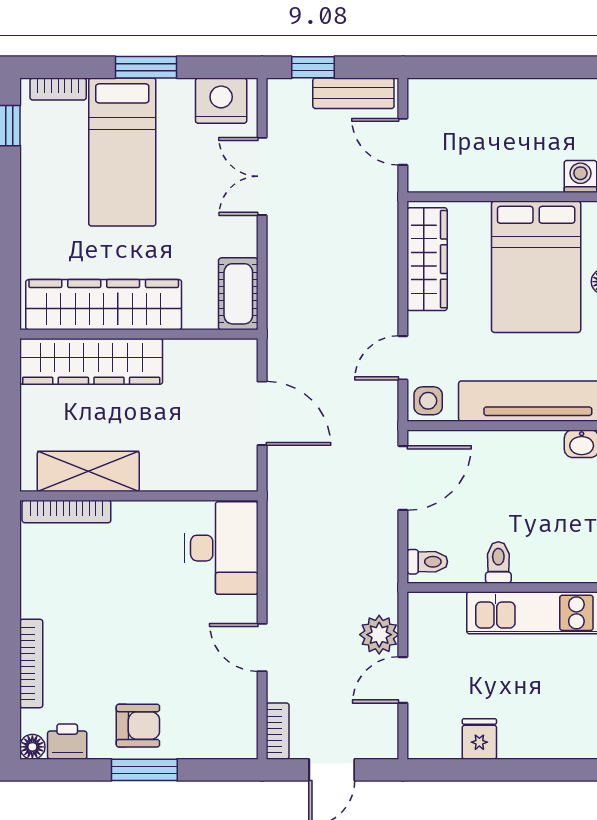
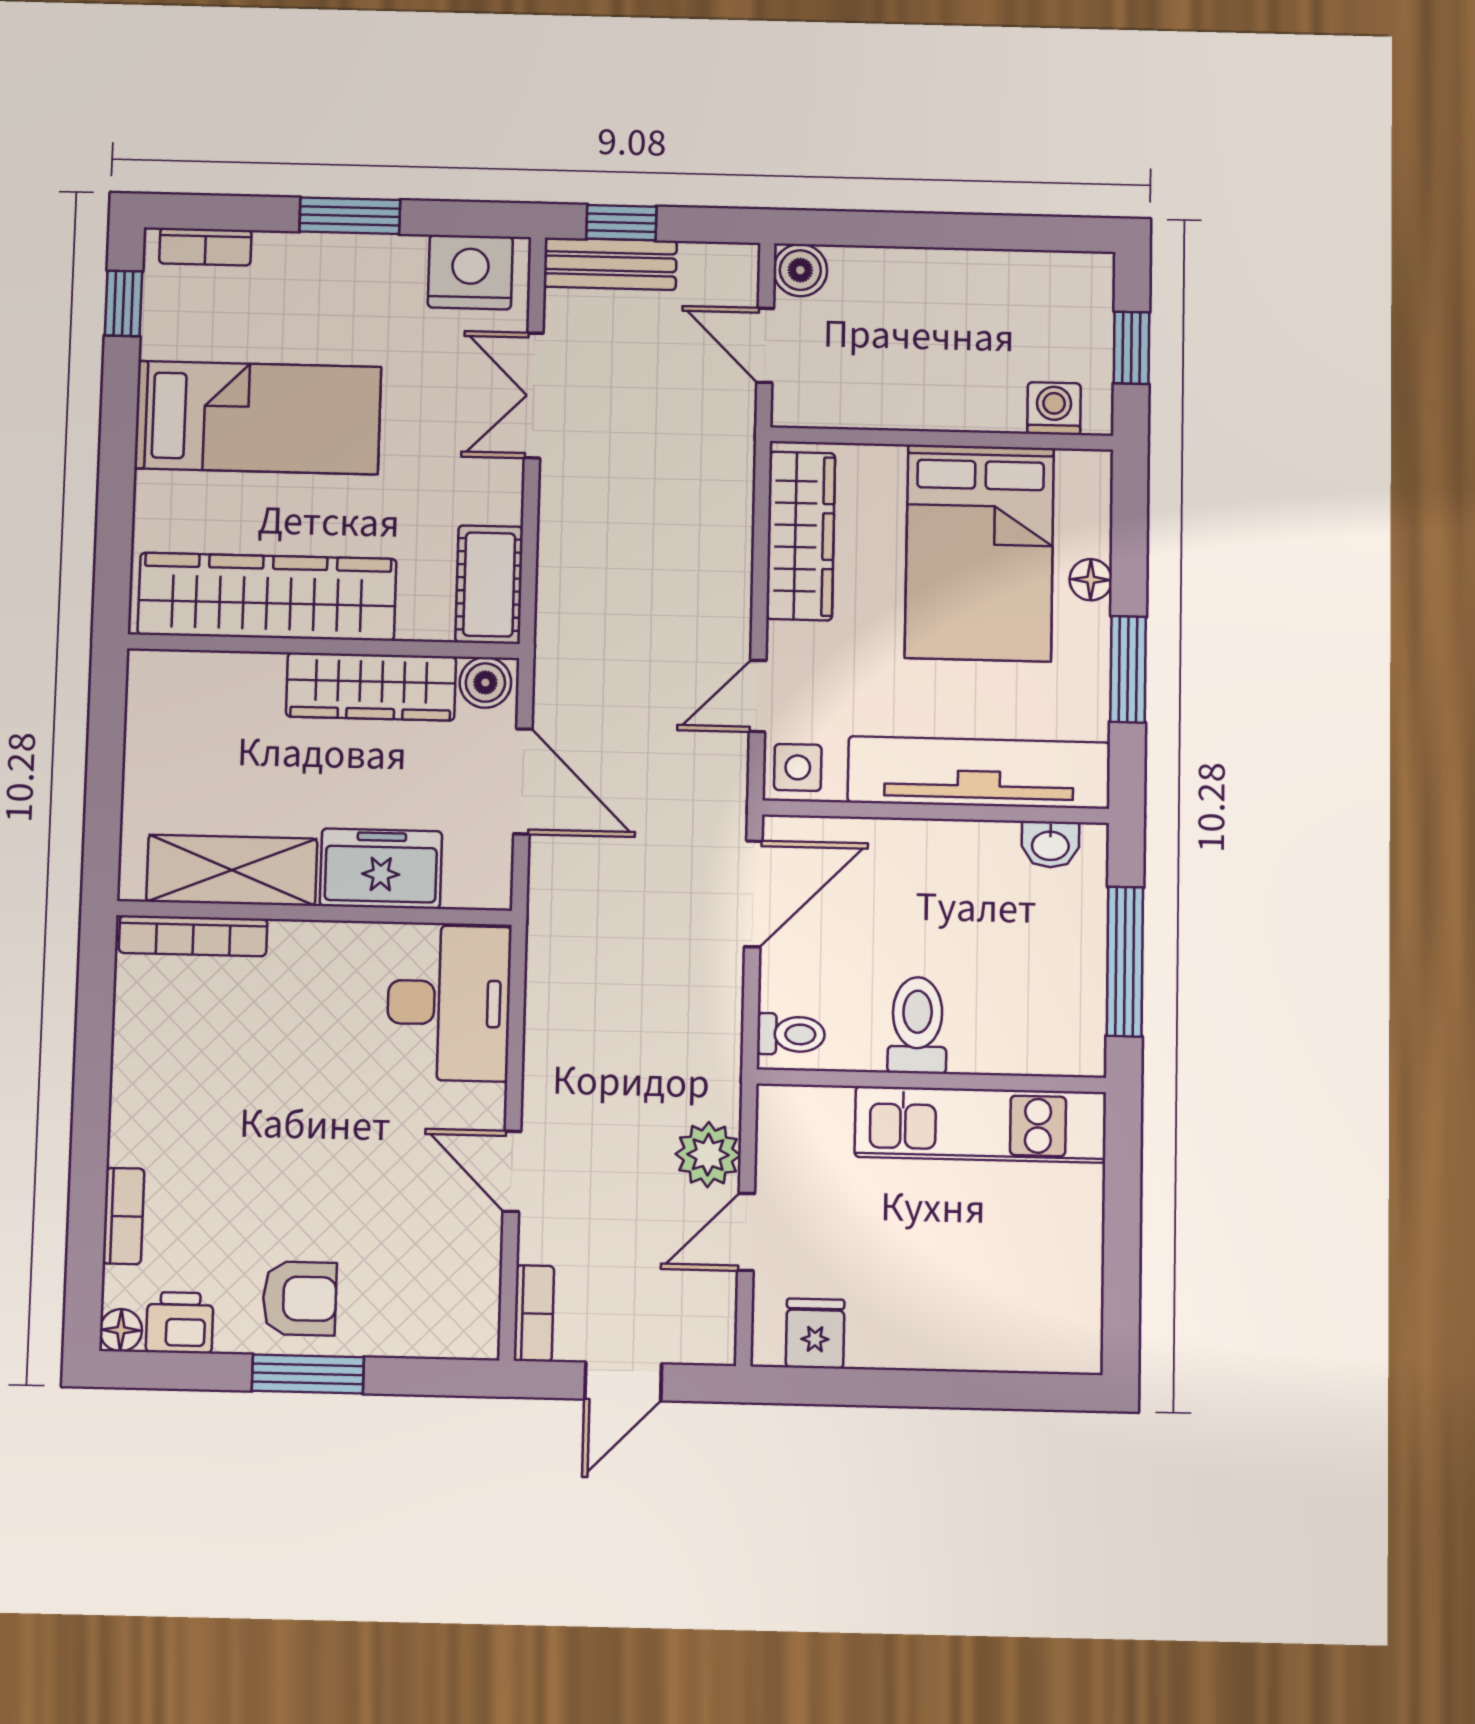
bench: (353, 93) -> (610, 264), moved
boiler: (424, 94) -> (800, 270), added
bed: (122, 152) -> (258, 418), moved, turned -90
boiler: (238, 354) -> (485, 683), added
wardrobe: (91, 361) -> (371, 686), moved, width x0.71, depth x0.85
freezer: (178, 468) -> (381, 869), added
toilet: (498, 562) -> (917, 1025), width x1.37, depth x1.39
bookcase: (31, 664) -> (123, 1216), width x0.64
fridge: (479, 739) -> (815, 1334), moved

